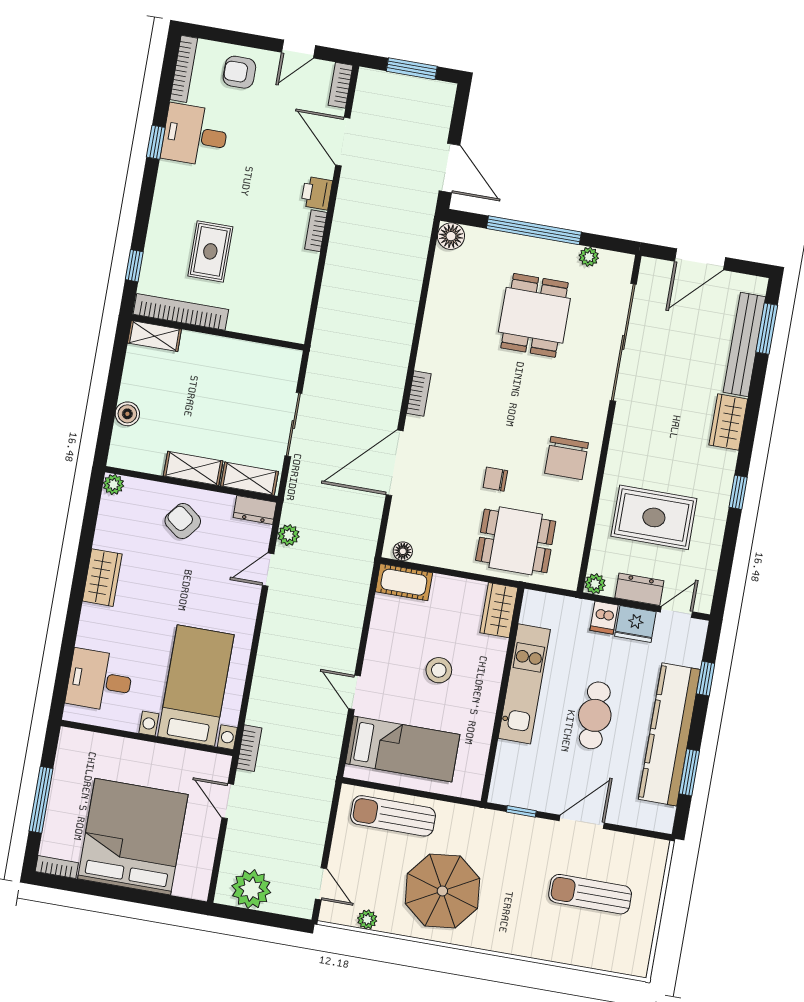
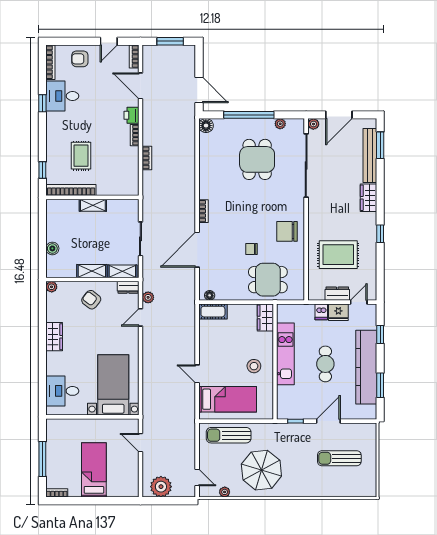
shelving: (154, 336) -> (93, 205), moved
chair: (566, 458) -> (287, 231), turned 90
plant: (595, 584) -> (313, 124), moved
stool: (439, 670) -> (254, 366), moved
bookcase: (249, 748) -> (147, 158), moved
bed: (133, 837) -> (94, 470), width x0.49

